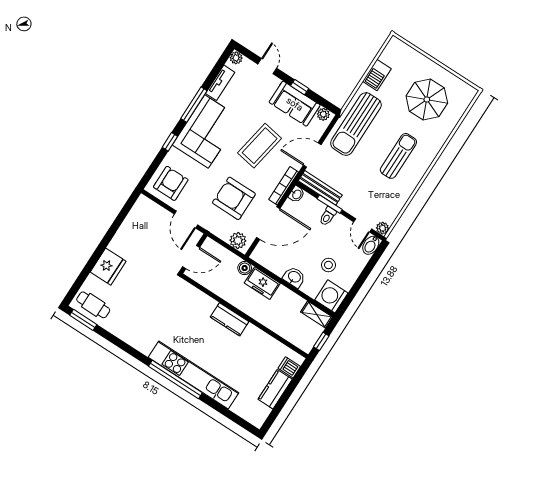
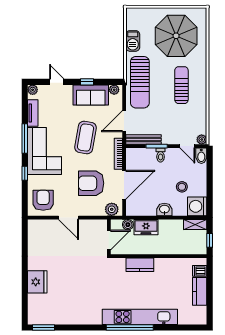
parasol: (427, 99) -> (176, 36), width x1.36, depth x1.36
washbasin: (297, 194) -> (131, 154), removed
wall: (193, 254) -> (109, 237), moved
door: (191, 257) -> (109, 240), moved
cafe table: (93, 305) -> (44, 313), removed

